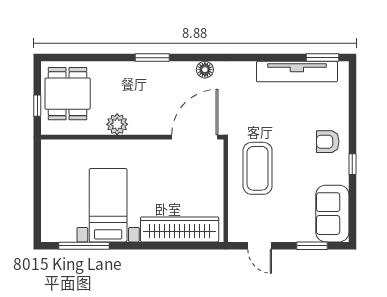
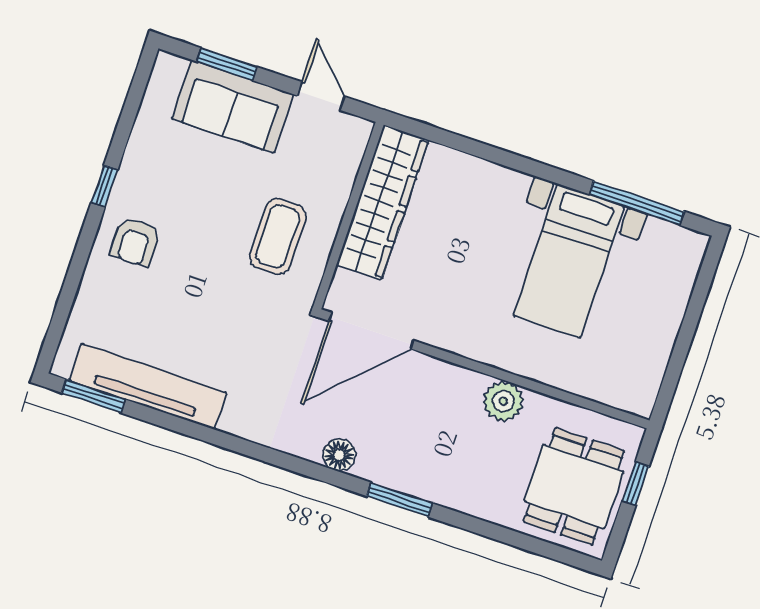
floor lamp: (205, 70) -> (339, 455), moved
armchair: (328, 142) -> (135, 242), turned 90
coffee table: (258, 168) -> (278, 236), width x0.73, depth x0.76
sofa: (332, 214) -> (233, 106), moved, turned 90
wardrobe: (180, 229) -> (383, 202), moved, turned -90

